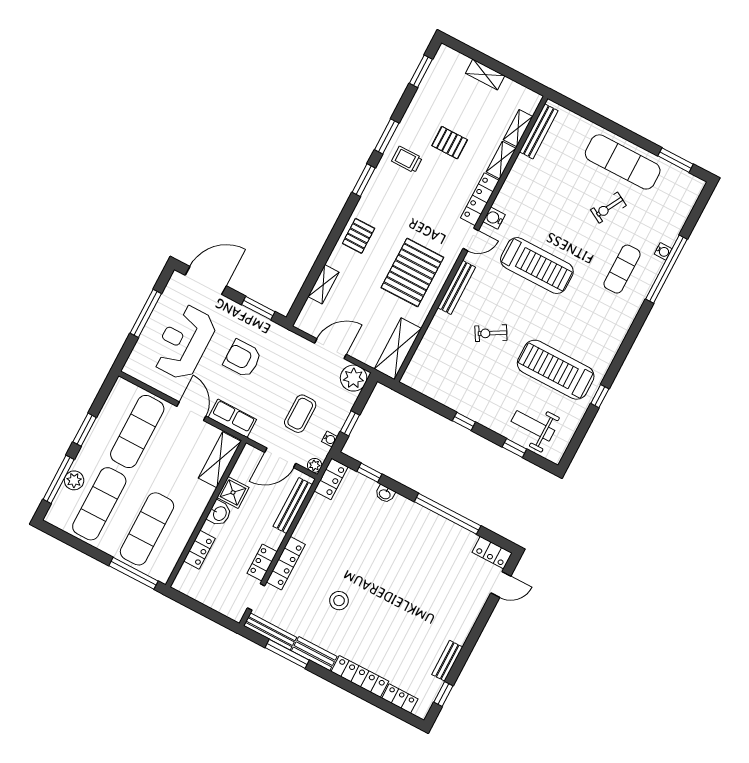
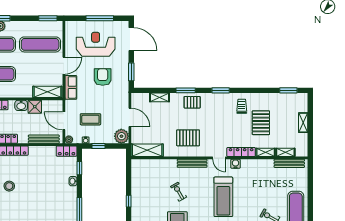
window: (387, 136) -> (186, 90), moved
pallet: (450, 143) -> (261, 123), width x1.50, depth x1.42
pallet: (412, 272) -> (188, 138), width x0.73, depth x0.71
window: (85, 430) -> (48, 18), moved

